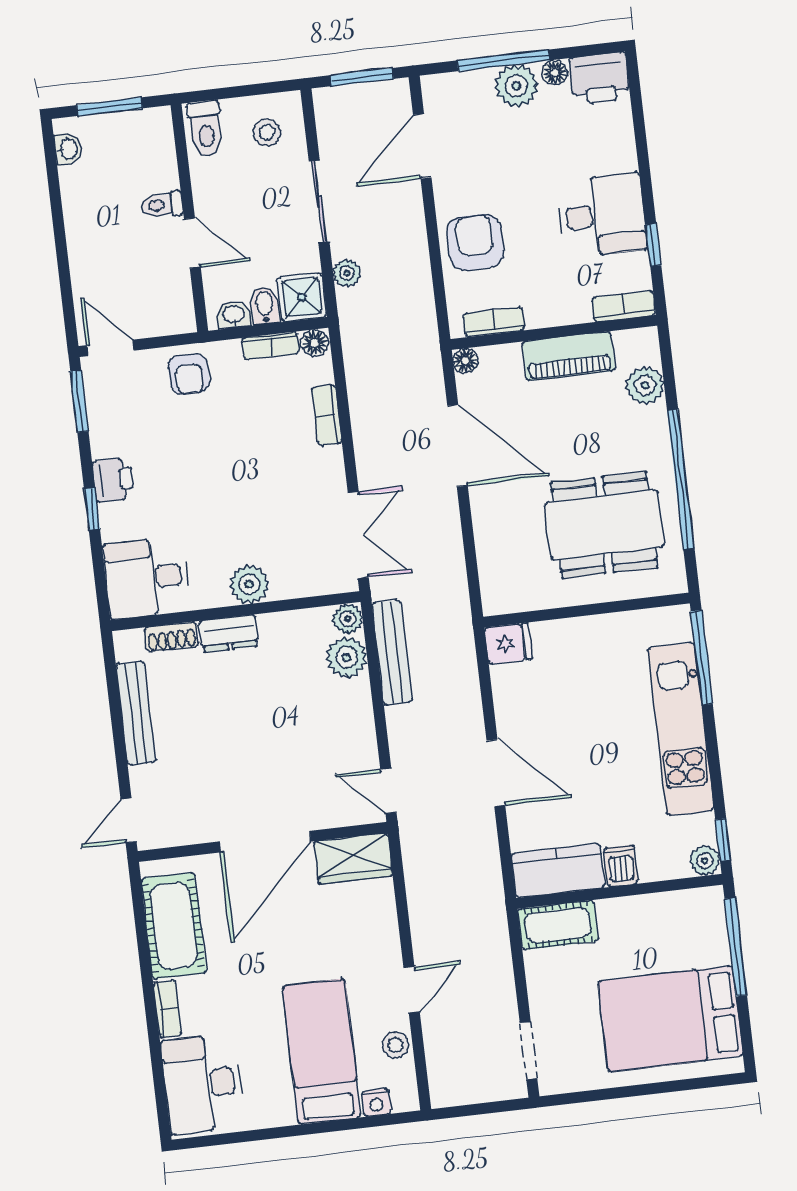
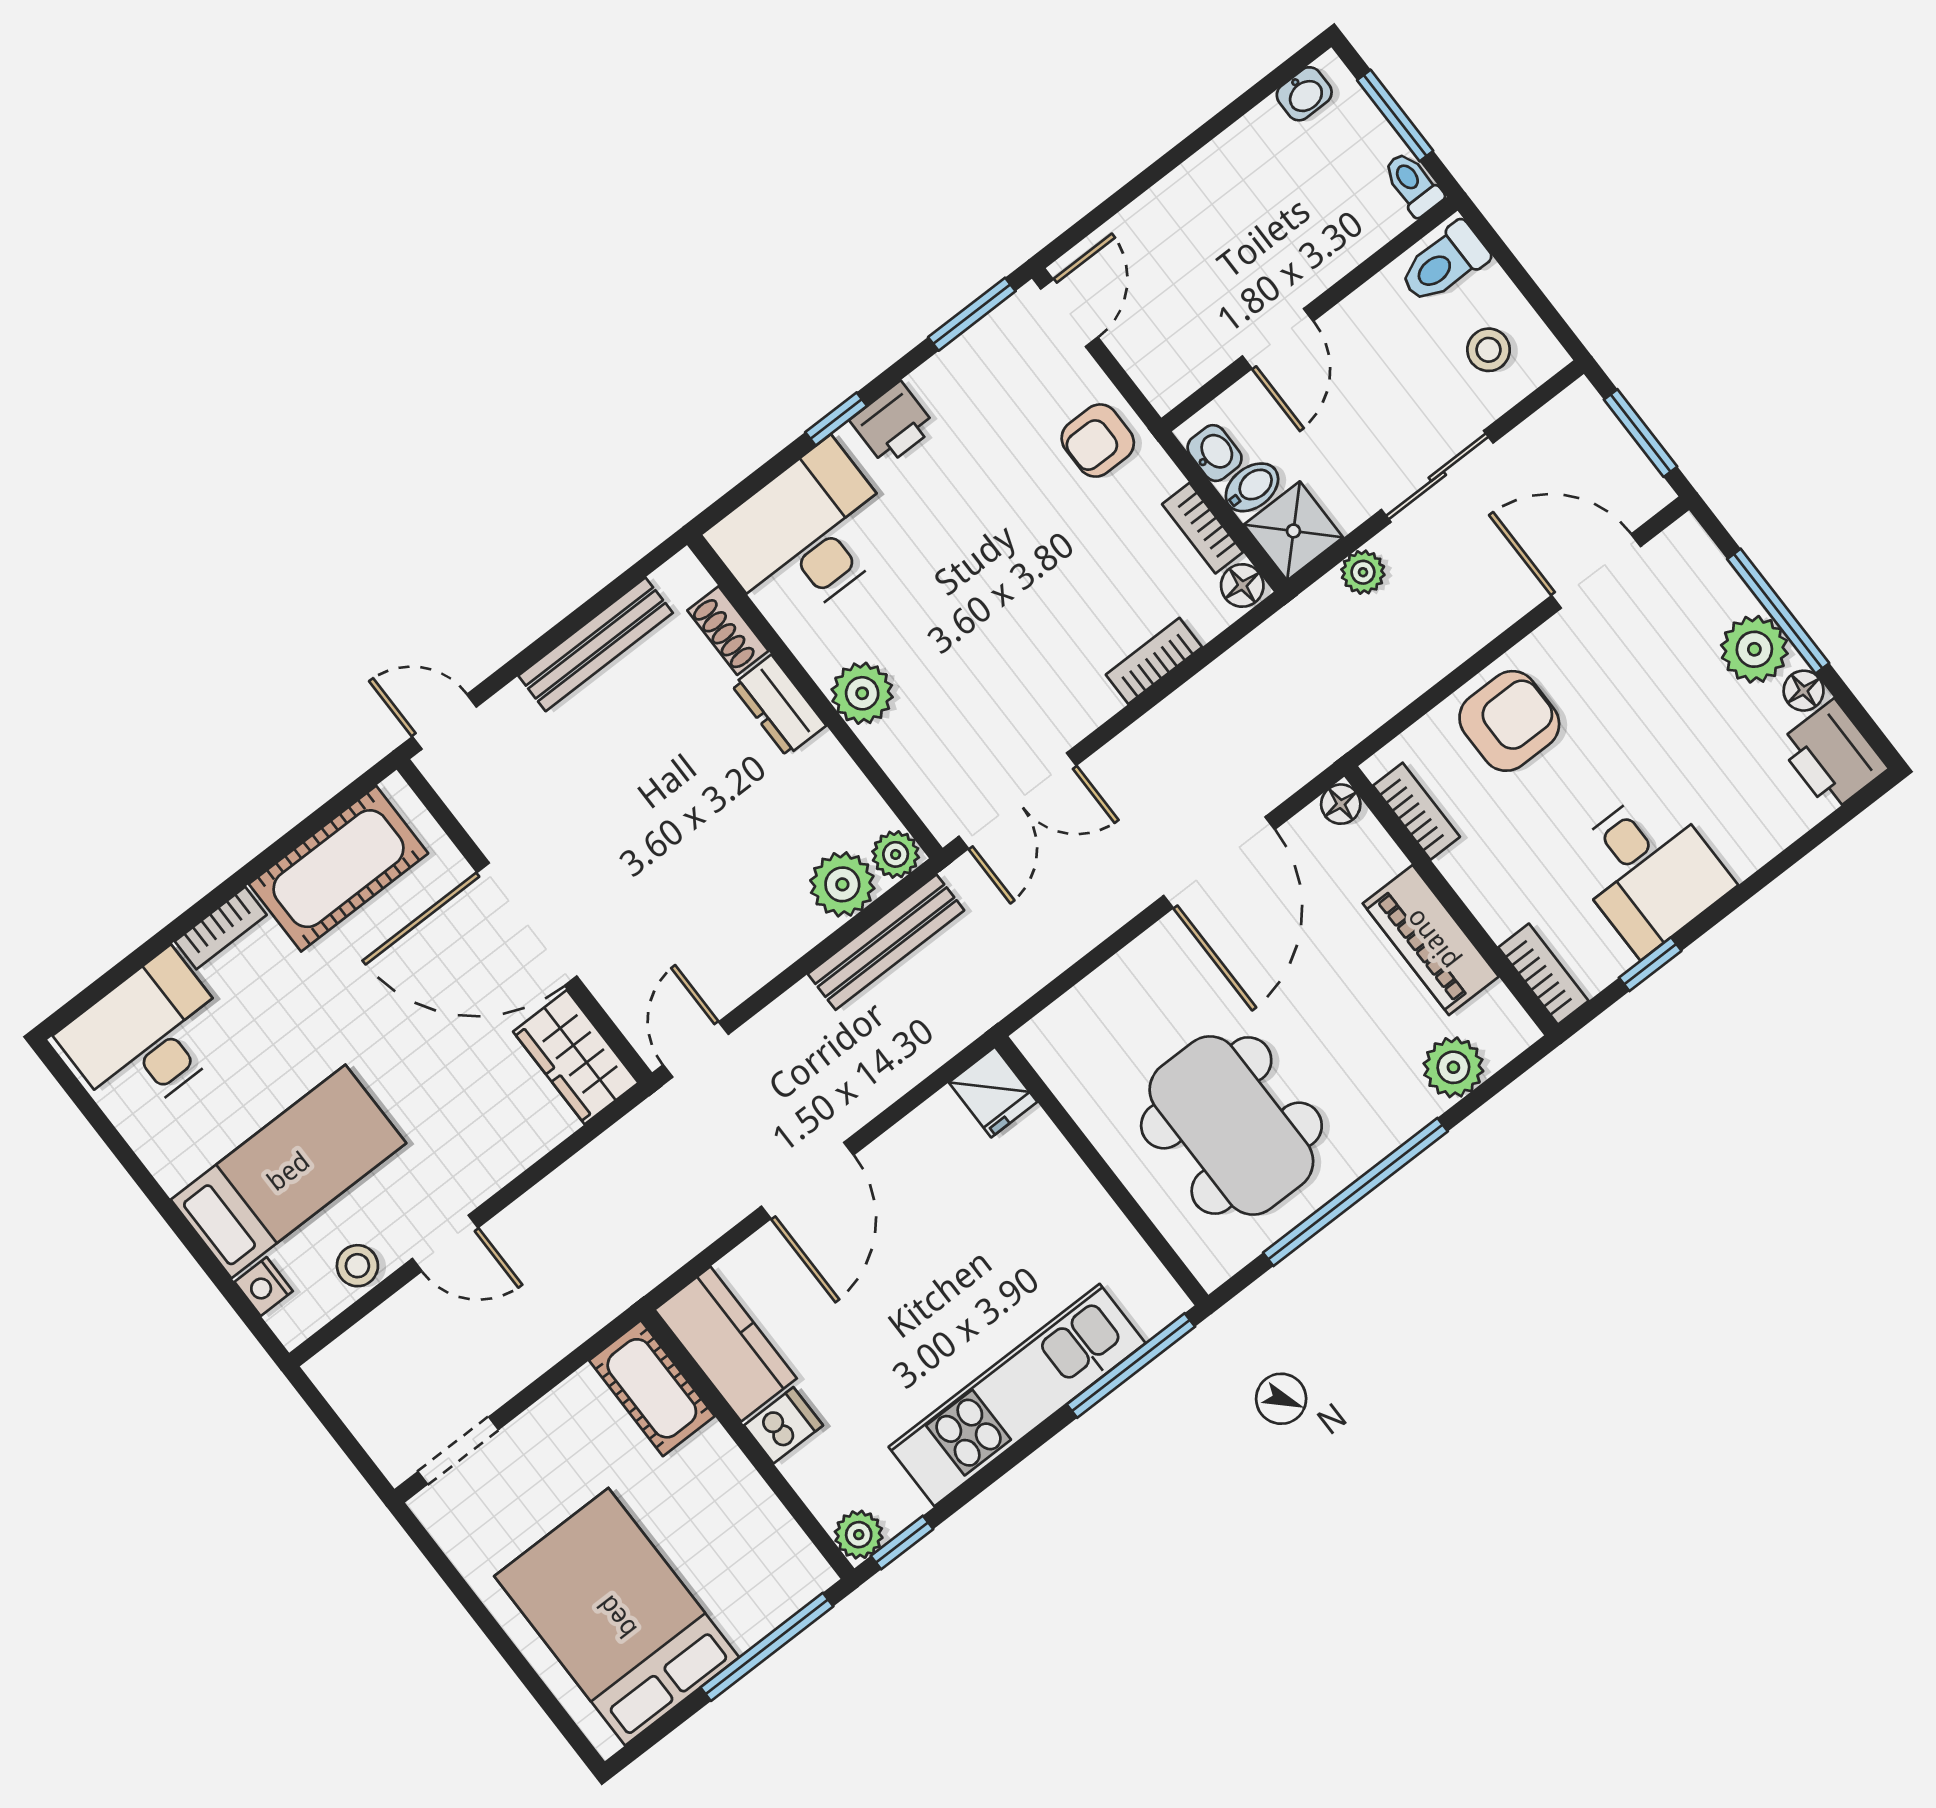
toilet: (162, 205) -> (1413, 184), moved
desk: (147, 578) -> (805, 535), width x1.37

